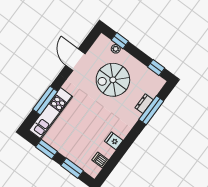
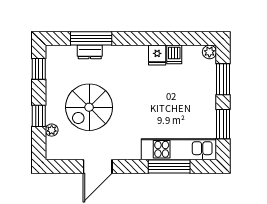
window: (120, 41) -> (39, 116), moved
spiral stairs: (113, 80) -> (89, 107), turned 90
dishwasher: (100, 160) -> (174, 54), moved
plant: (93, 172) -> (209, 52), added

